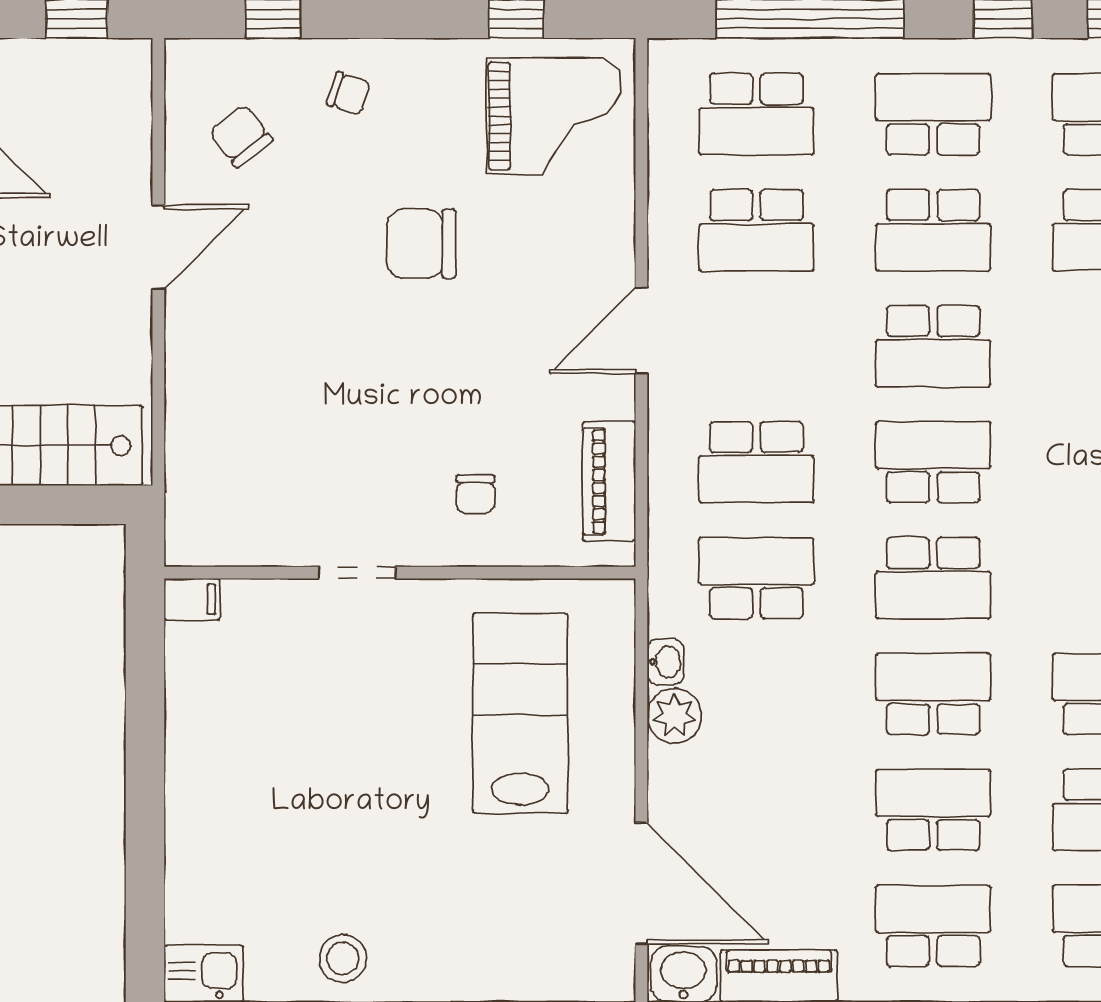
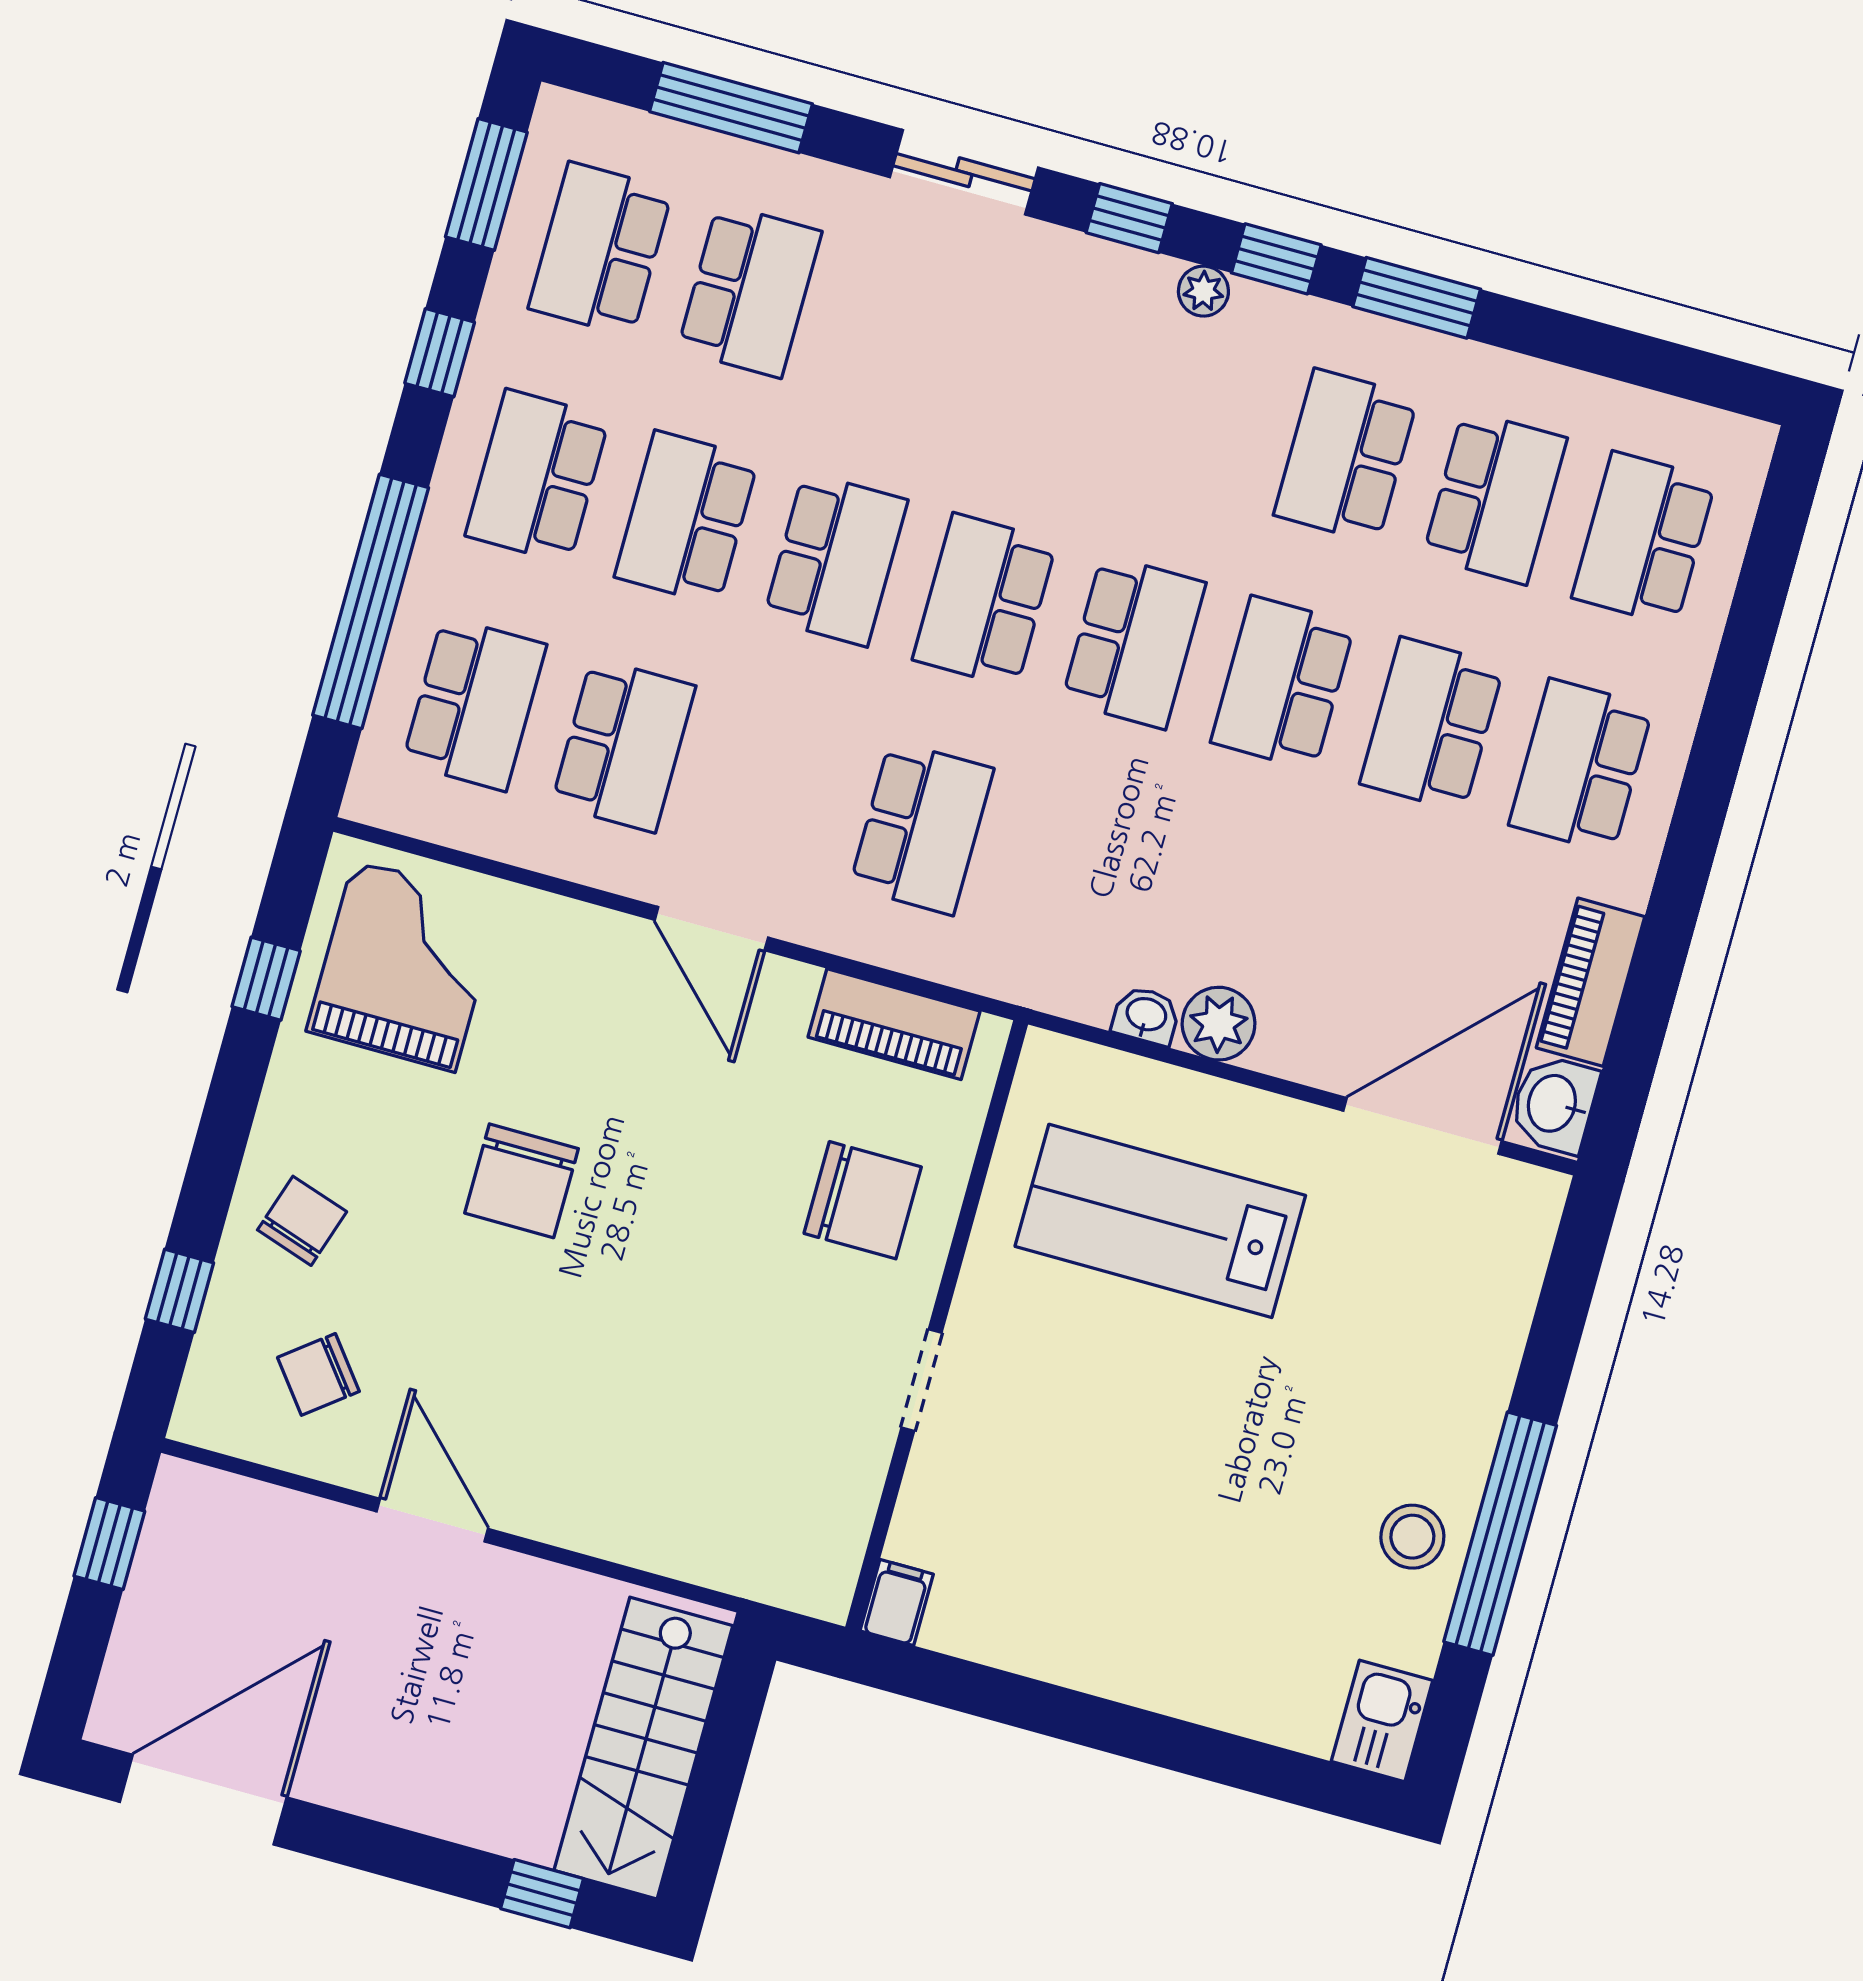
chair: (348, 93) -> (302, 1221), width x1.37, depth x1.37
school desk: (933, 230) -> (687, 518), turned 180
chair: (476, 494) -> (863, 1200), width x1.87, depth x1.87
school desk: (756, 578) -> (1071, 869), removed

